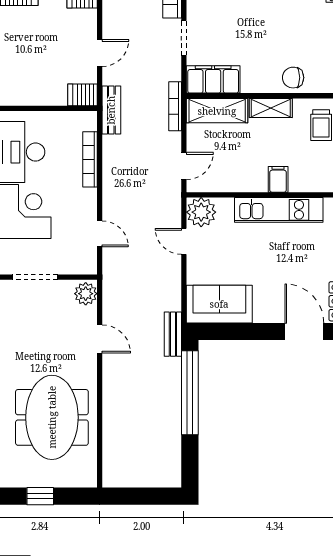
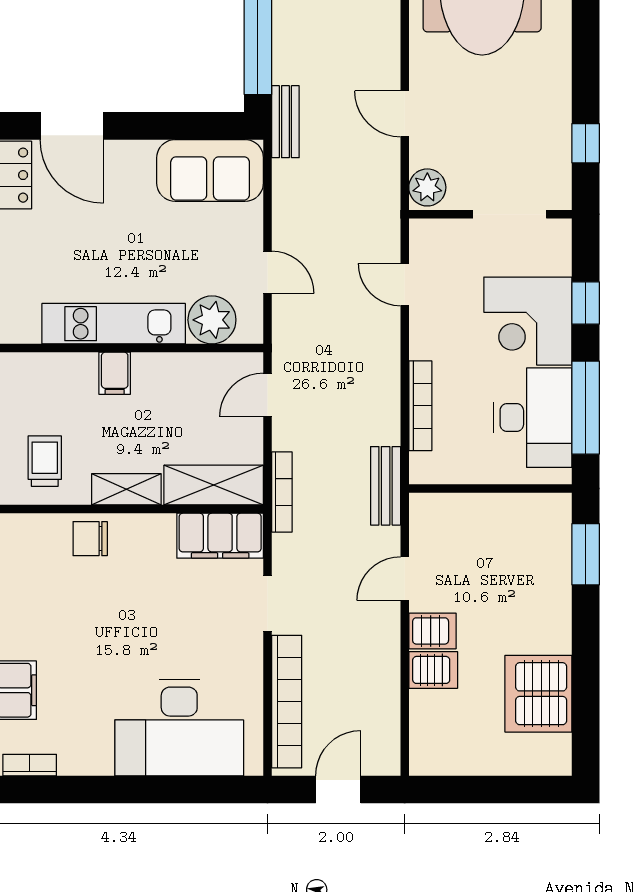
chair: (293, 78) -> (90, 539), turned 180
server rack: (82, 95) -> (432, 631), moved
plant: (201, 212) -> (212, 320), moved

